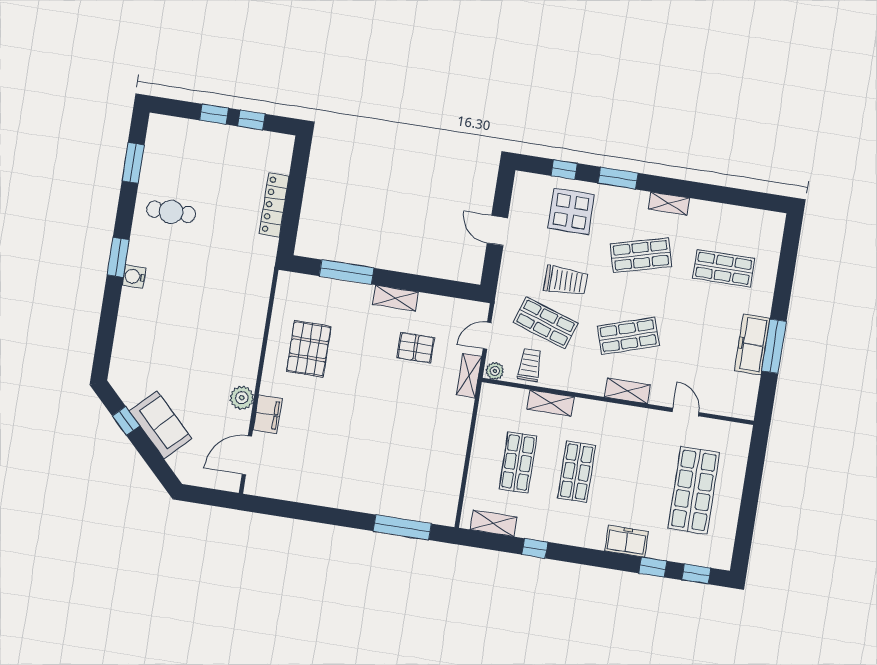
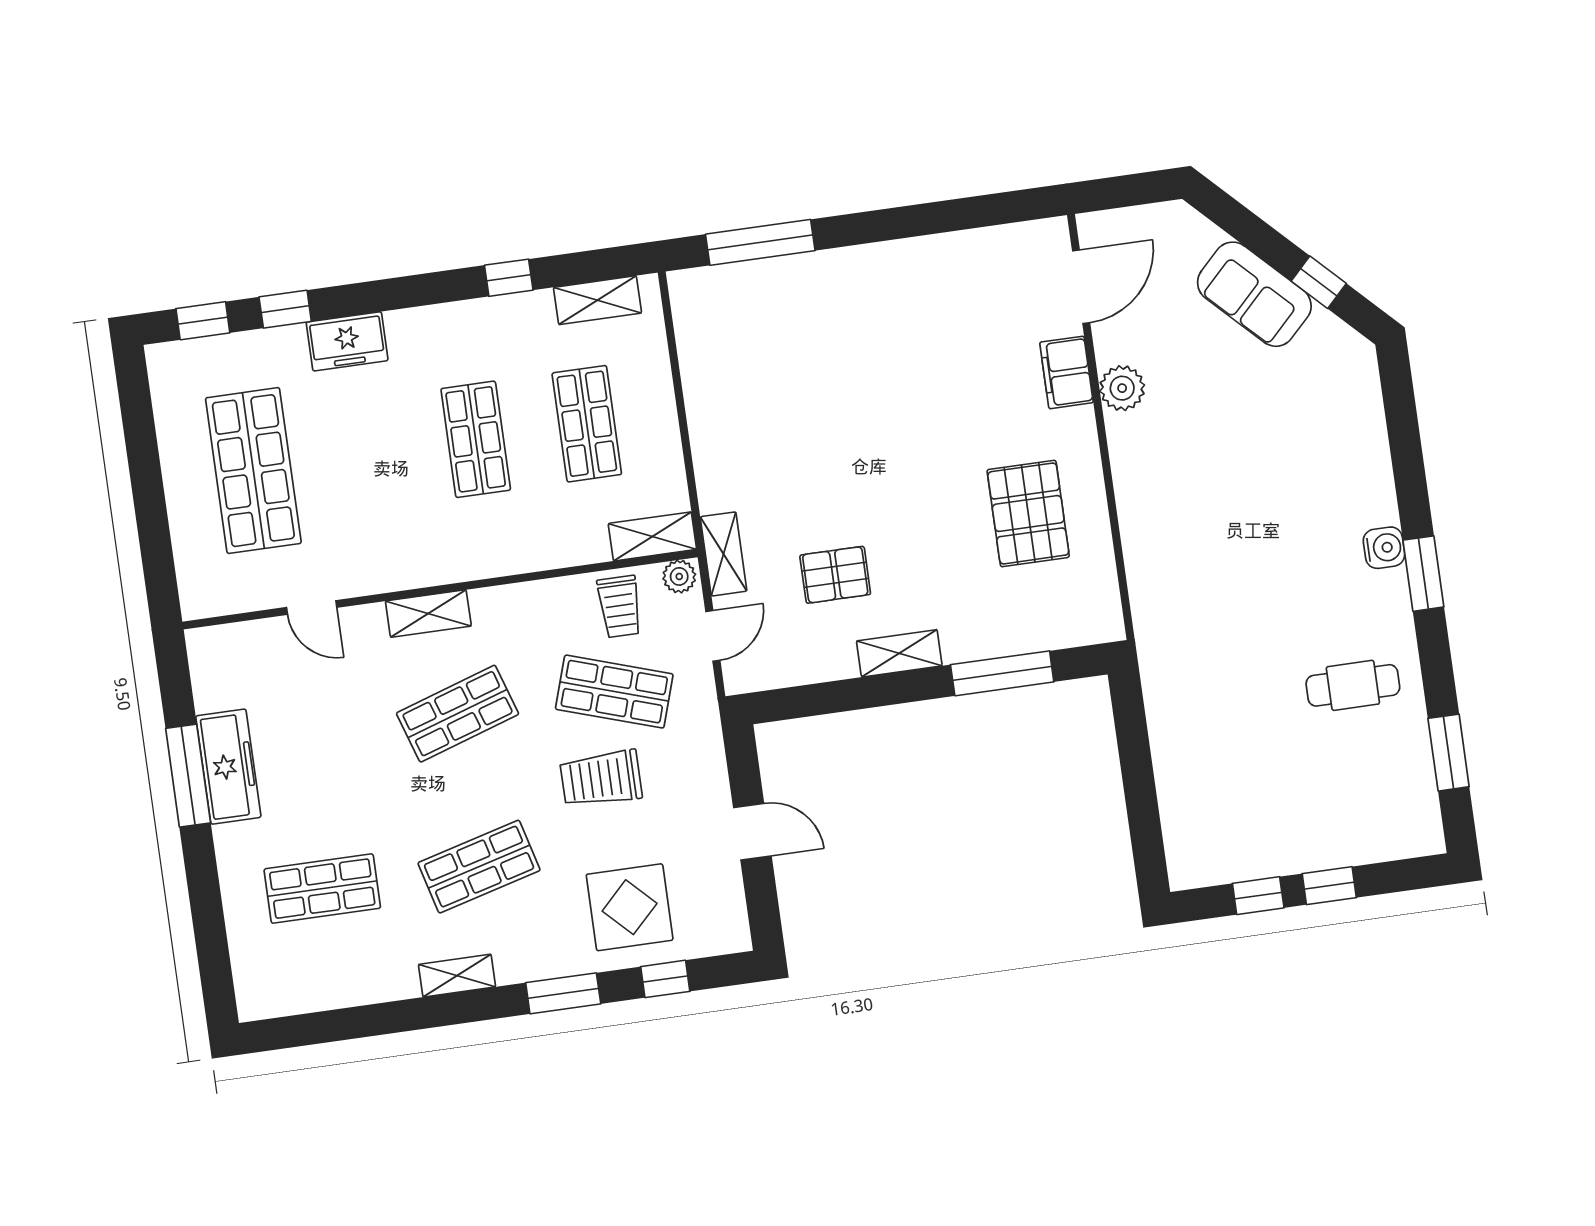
locker: (274, 205) -> (1170, 755), removed
shelving: (550, 403) -> (652, 536), moved

